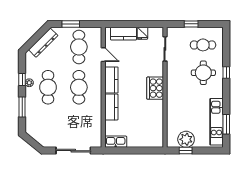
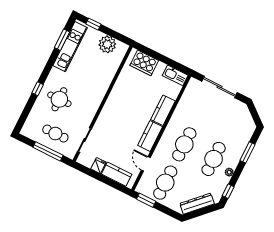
window: (71, 24) -> (146, 200), moved
window: (191, 24) -> (48, 151), width x2.17
cafe table: (203, 45) -> (55, 134), moved
window: (22, 79) -> (228, 191), moved
cooker: (155, 88) -> (144, 63), moved, turned 90
window: (186, 151) -> (93, 24), moved

